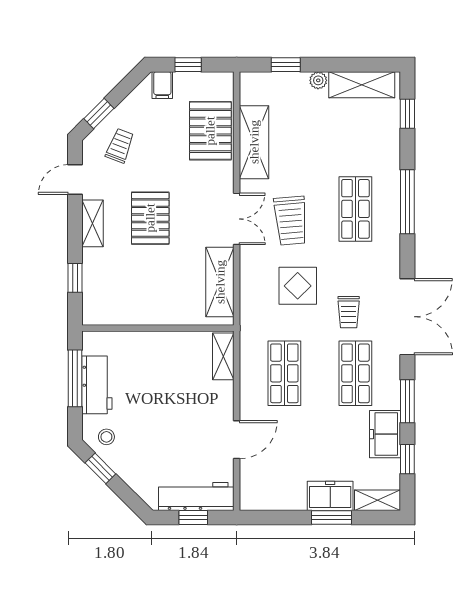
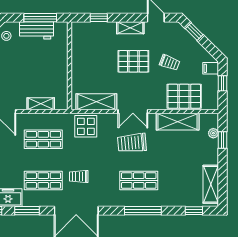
plant: (318, 80) -> (213, 133), moved
trolley: (120, 146) -> (170, 63), moved
display table: (298, 286) -> (86, 126), moved
shelving: (223, 356) -> (41, 104), moved

